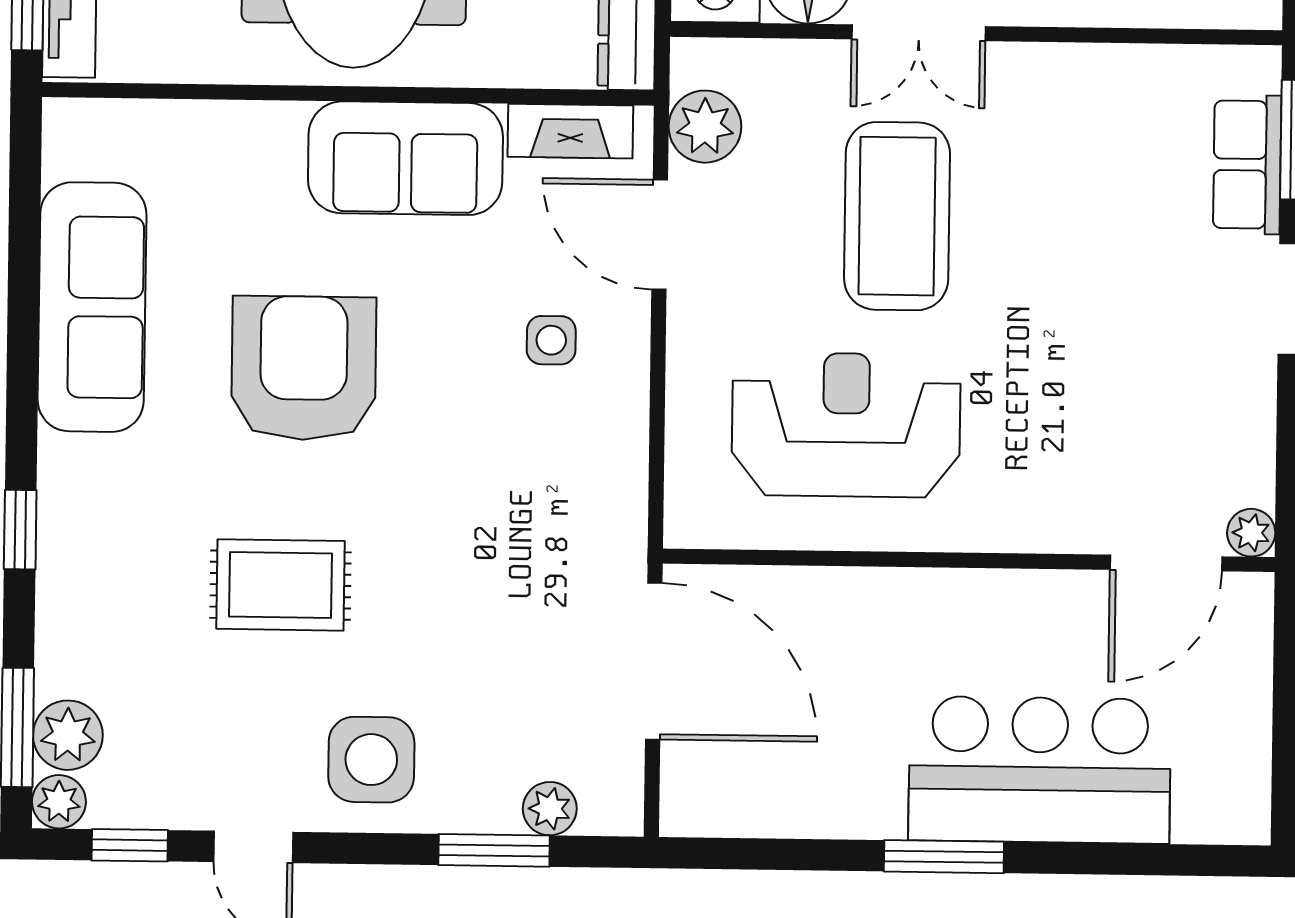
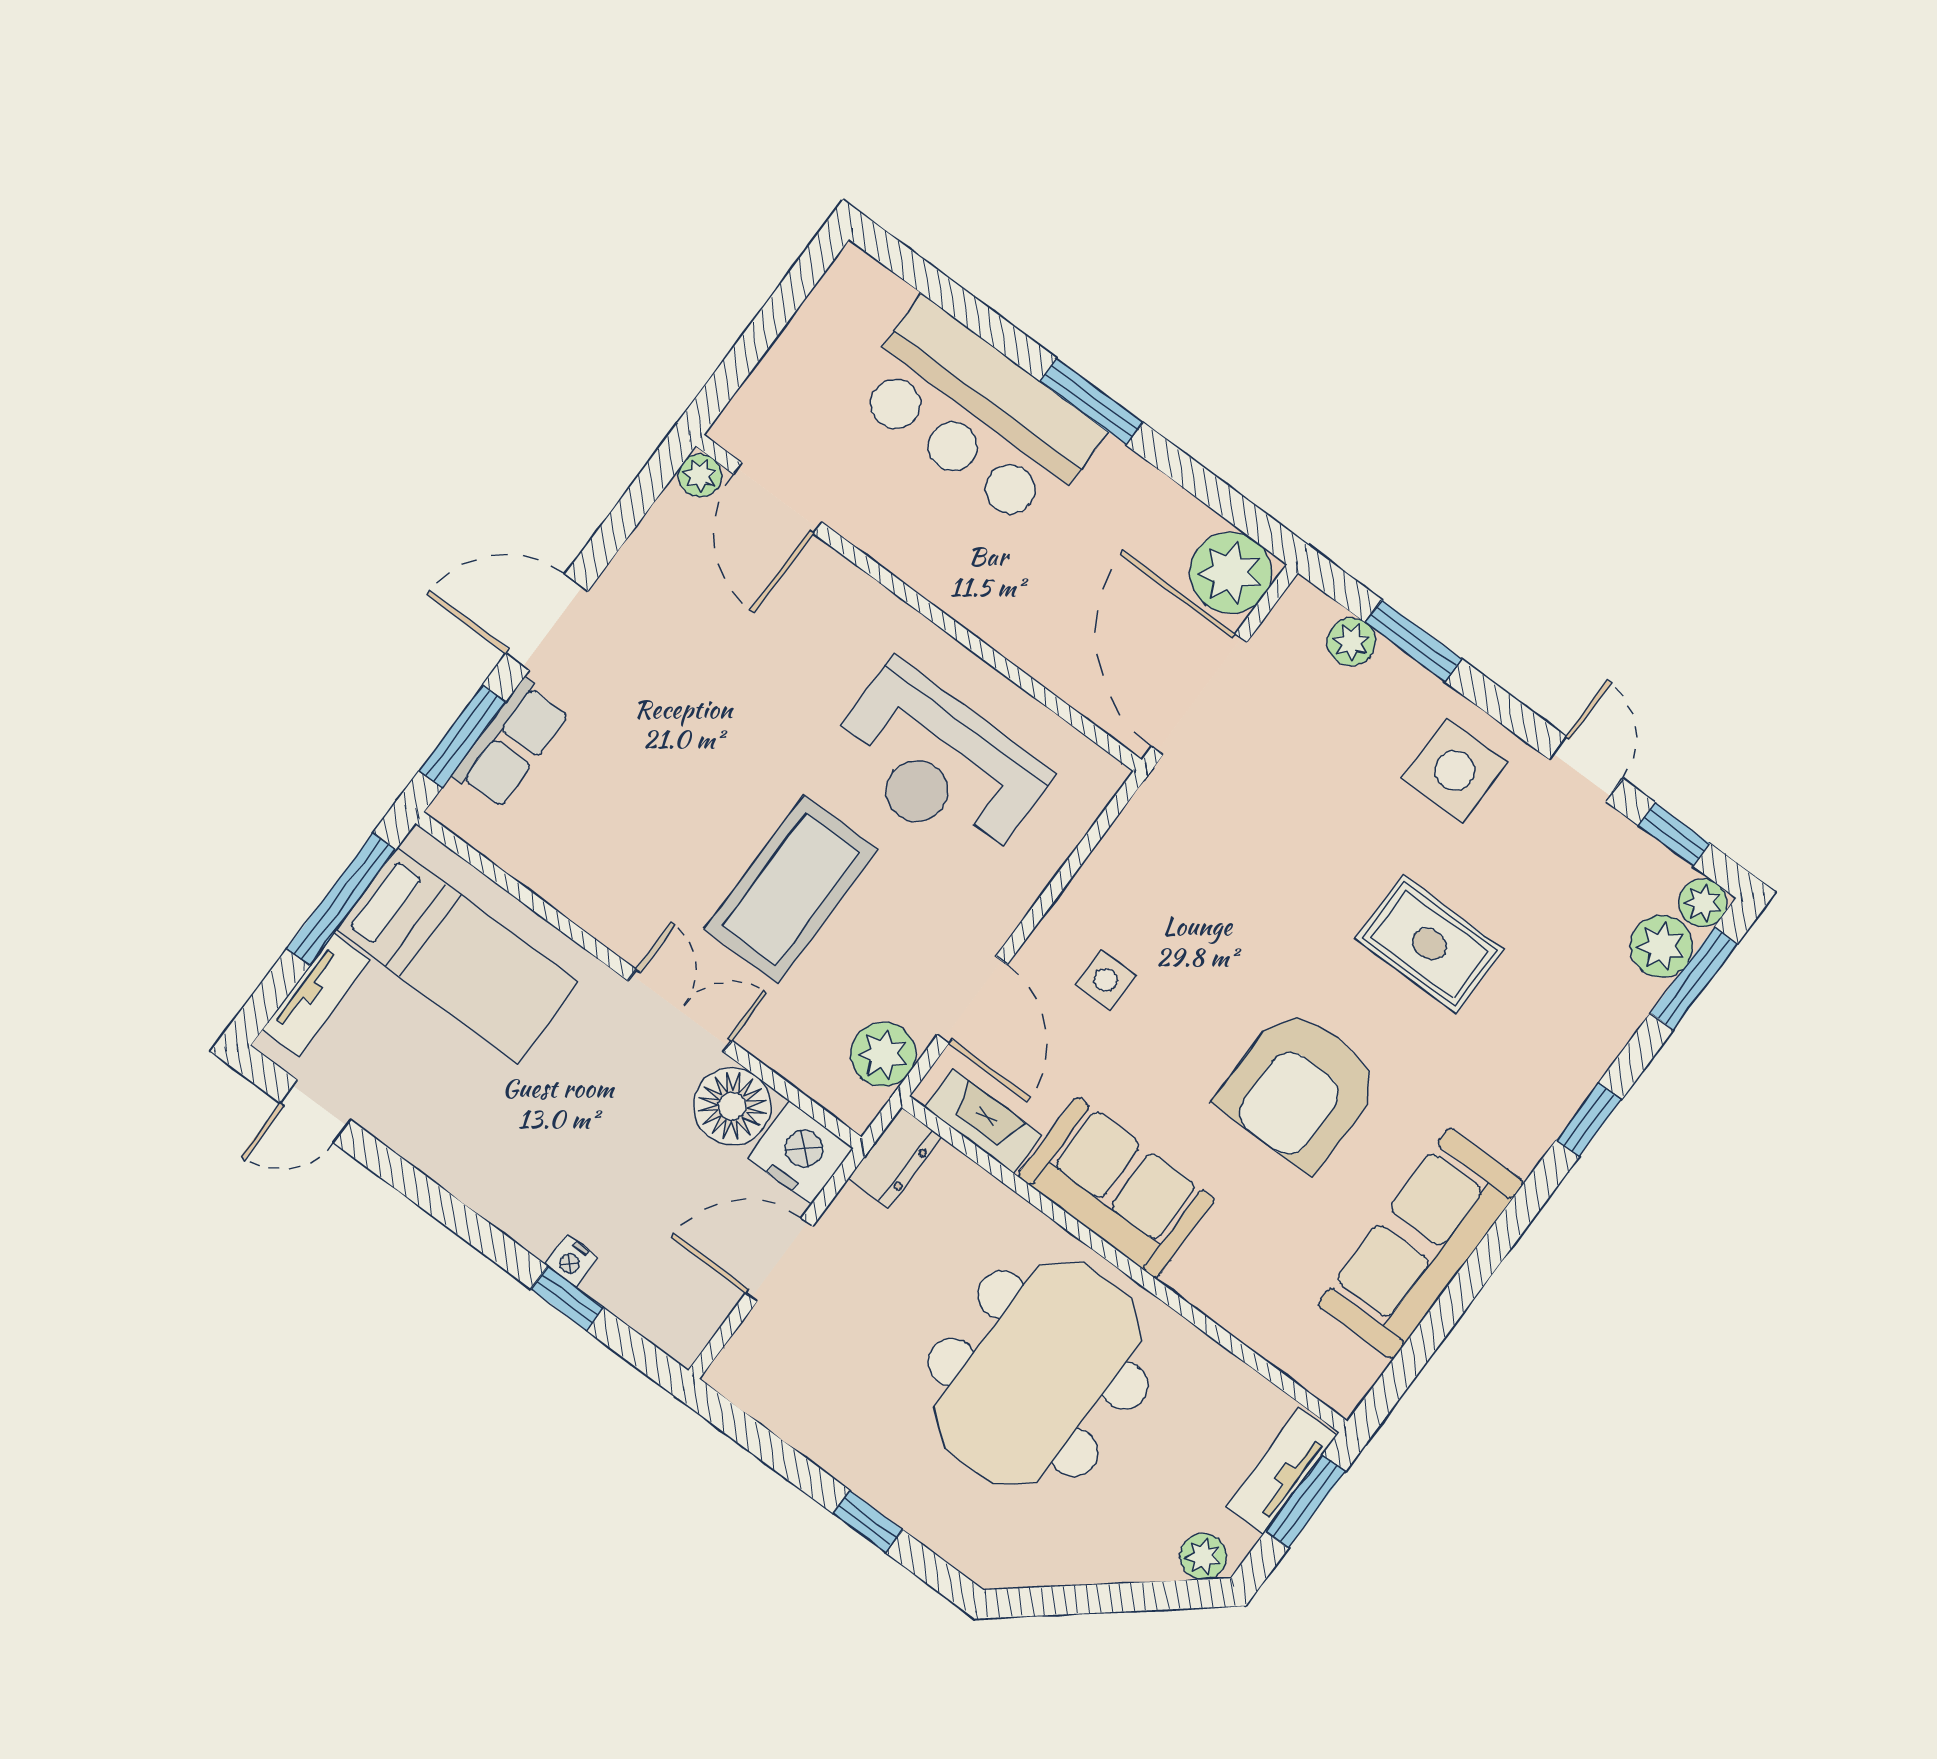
door: (1166, 563) -> (777, 498), swing flipped
plant: (705, 792) -> (1230, 573), added

